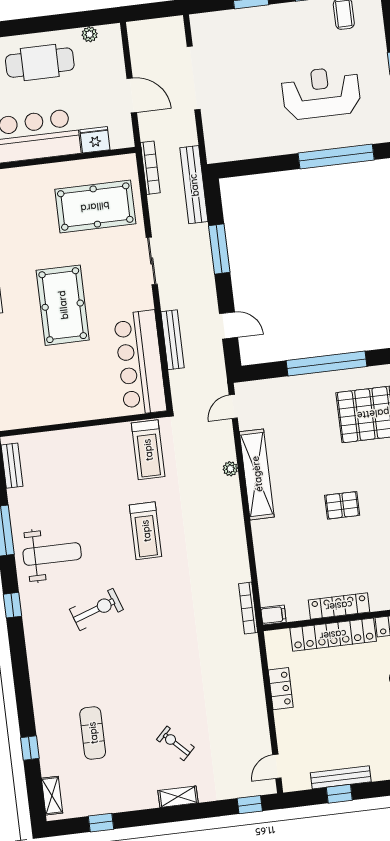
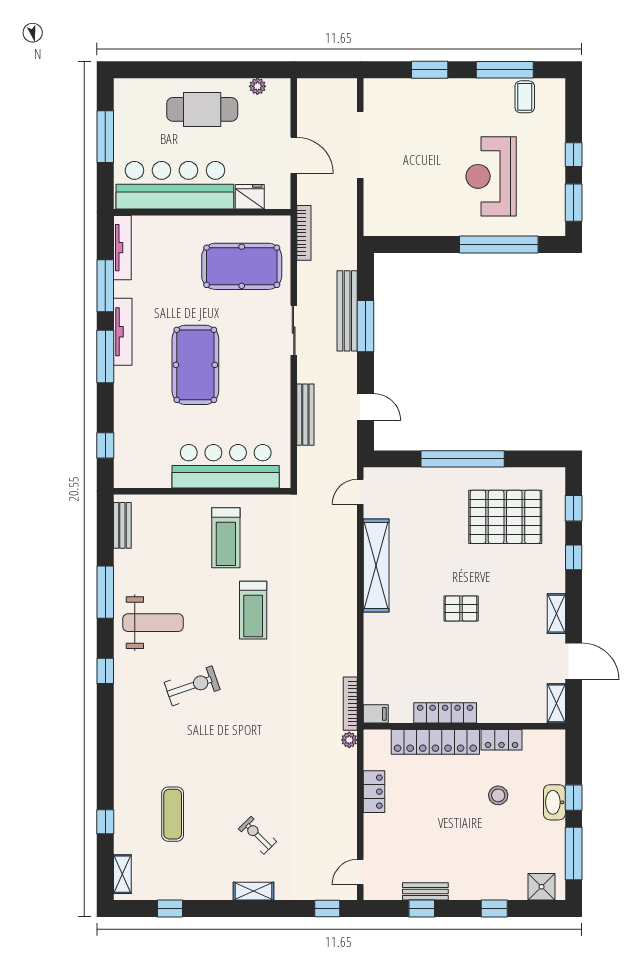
reception desk: (321, 93) -> (491, 176), turned -90
bench: (194, 185) -> (347, 311), moved
bar counter: (140, 363) -> (226, 466), moved, turned 90
treadmill: (148, 450) -> (226, 538), moved
plant: (230, 469) -> (349, 740), moved
bench: (341, 777) -> (425, 891), width x0.73

